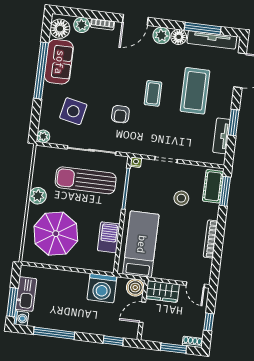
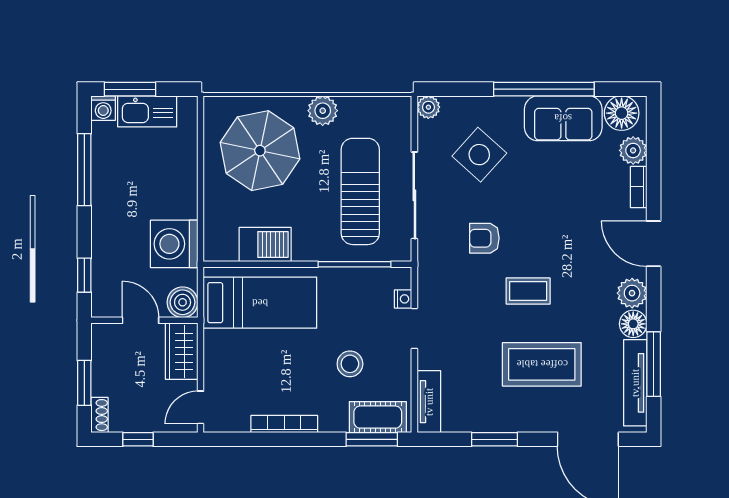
side table: (73, 111) -> (479, 155), turned 30
tv unit: (221, 136) -> (429, 402), moved, turned 90
nightstand: (136, 162) -> (403, 299), moved

